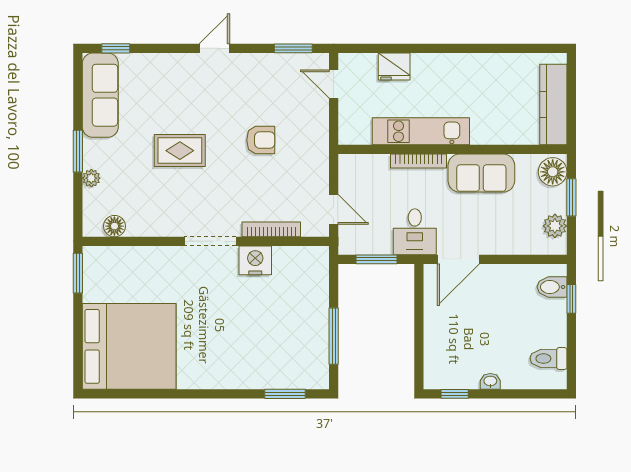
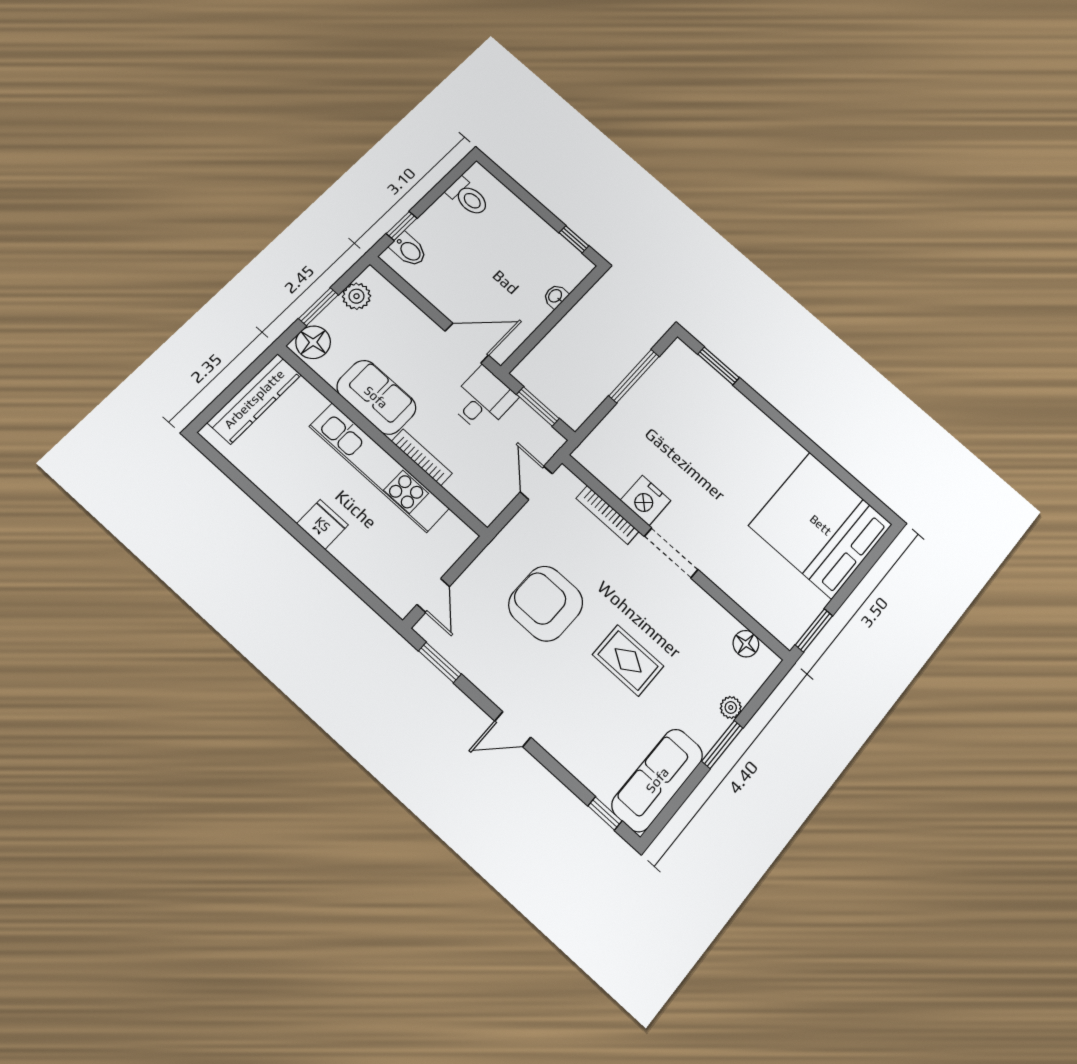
fridge: (394, 66) -> (323, 524), moved
kitchen unit: (421, 131) -> (379, 467), width x1.36
armchair: (261, 140) -> (546, 604), width x1.88, depth x1.88
washbasin: (490, 381) -> (556, 296), moved, turned 90

